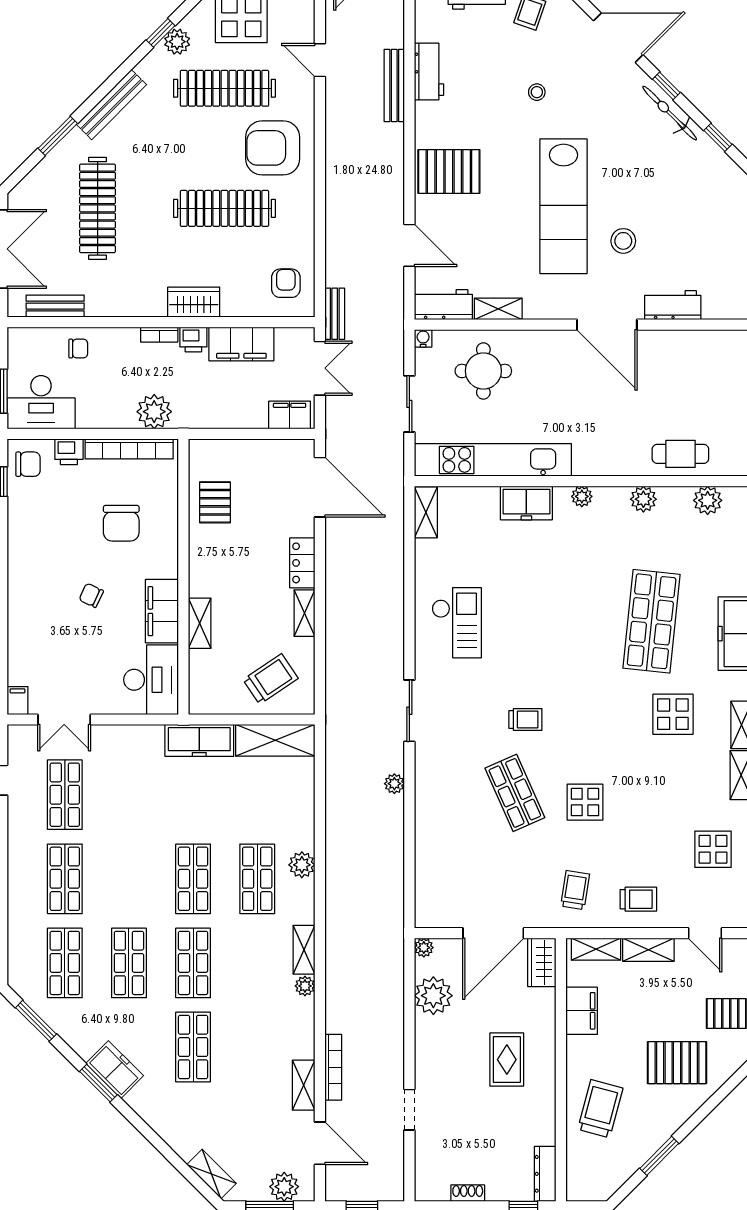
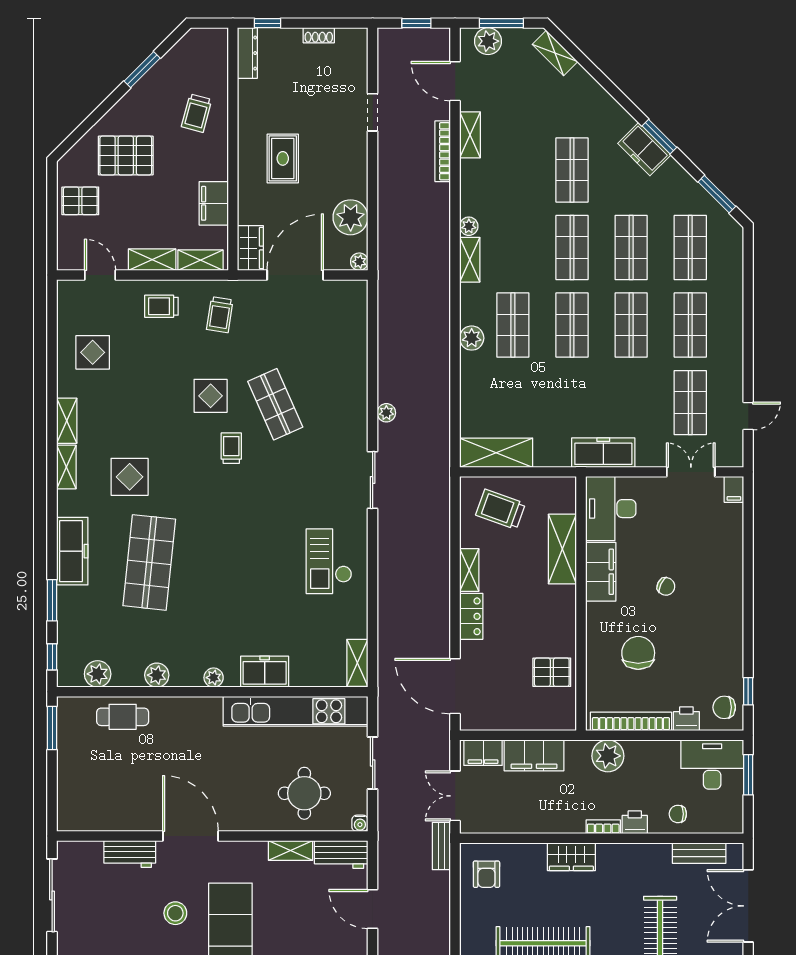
printer: (193, 339) -> (635, 822), moved
filing cabinet: (241, 344) -> (534, 755), moved, turned 180
pallet: (215, 502) -> (552, 672), turned 90
shelving: (200, 623) -> (562, 549), width x1.50, depth x1.33
trolley: (271, 679) -> (501, 509), turned 54
trolley: (525, 719) -> (231, 448), moved, turned 90
freezer: (199, 740) -> (603, 453), moved
shop shelf: (129, 879) -> (631, 325), added
trolley: (600, 1109) -> (197, 113), width x0.73, depth x0.72

